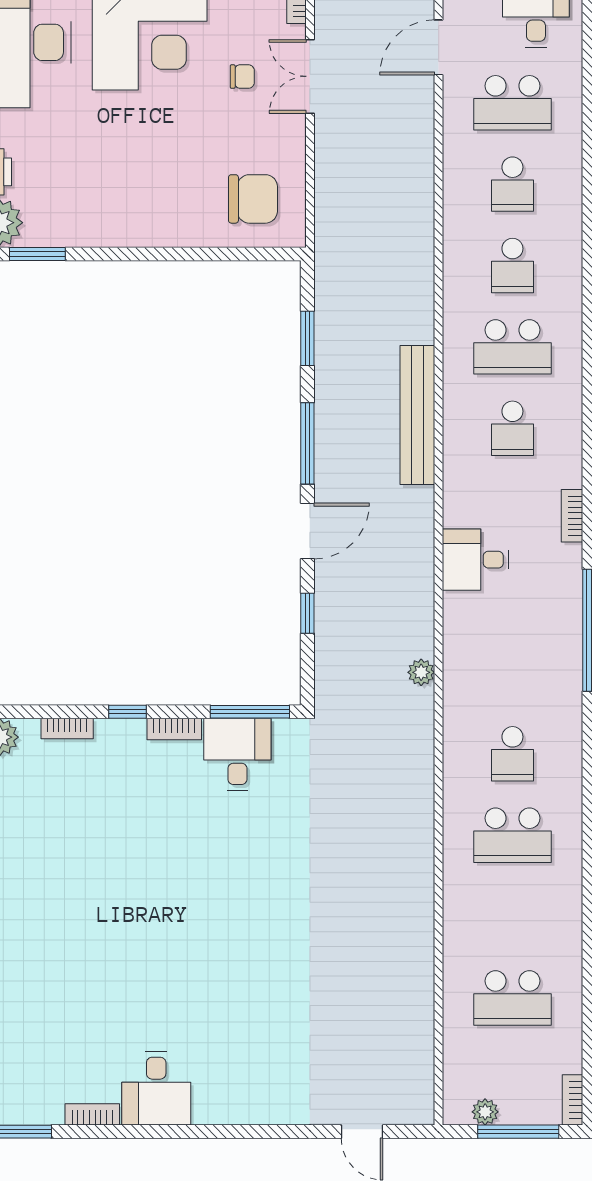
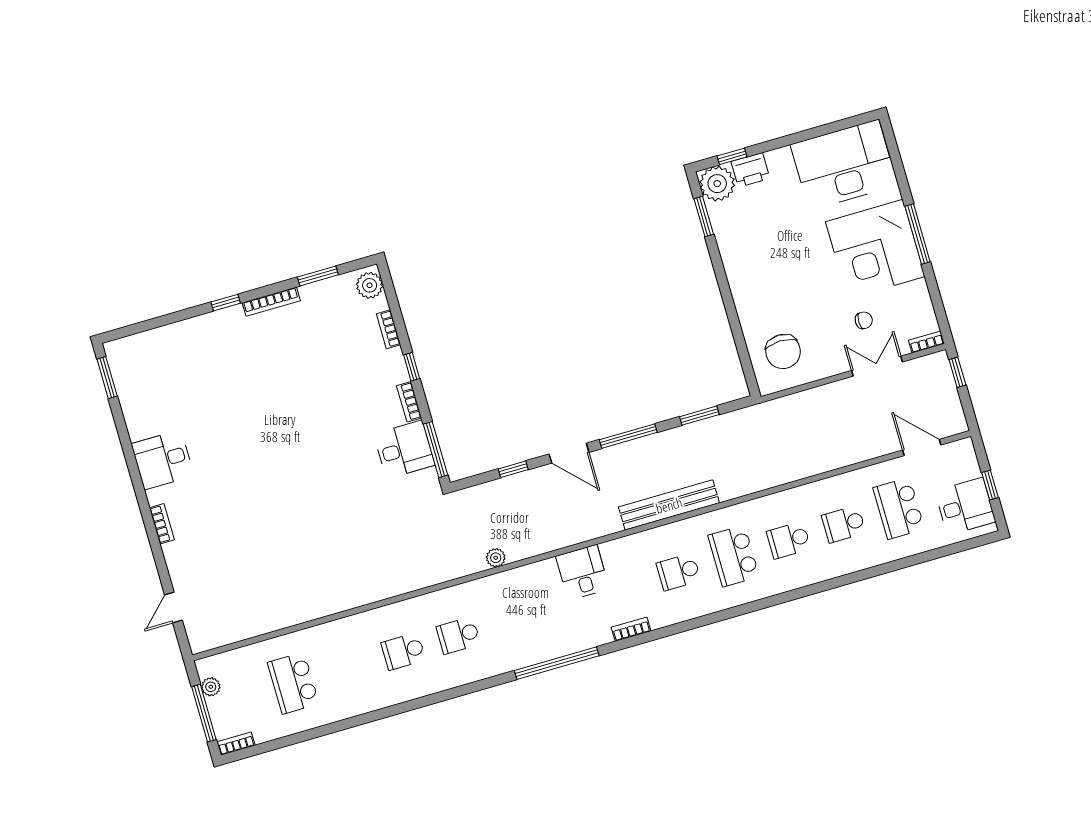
chair: (242, 77) -> (864, 320), turned -90
school desk: (512, 835) -> (403, 651), width x0.54
bookcase: (92, 1114) -> (162, 524), moved

